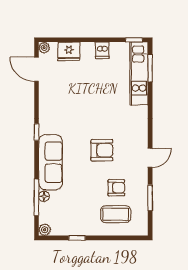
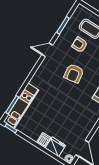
dishwasher: (102, 50) -> (44, 140), moved
armchair: (102, 150) -> (74, 73), turned -99

